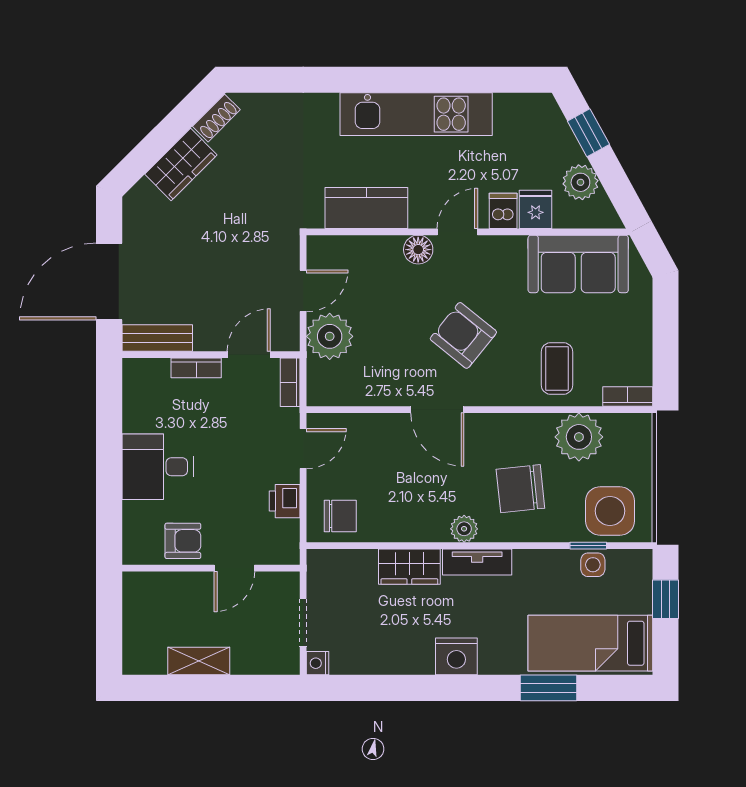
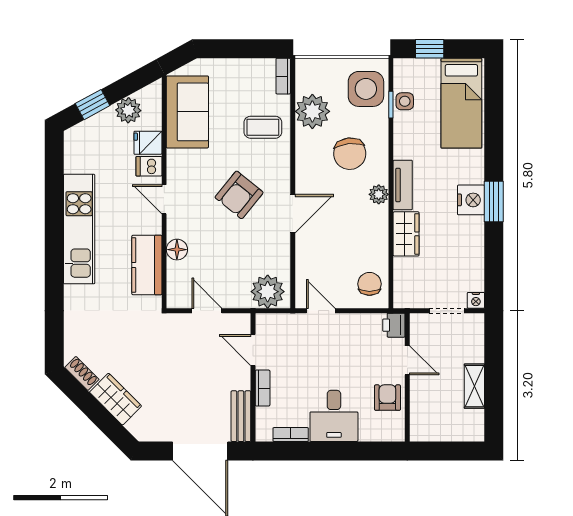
floor lamp: (418, 250) -> (177, 250), moved
plant: (330, 336) -> (268, 292), moved
bookcase: (290, 382) -> (291, 435), moved, turned 180
printer: (285, 501) -> (394, 325), moved, turned 90
window: (549, 688) -> (494, 201), moved

